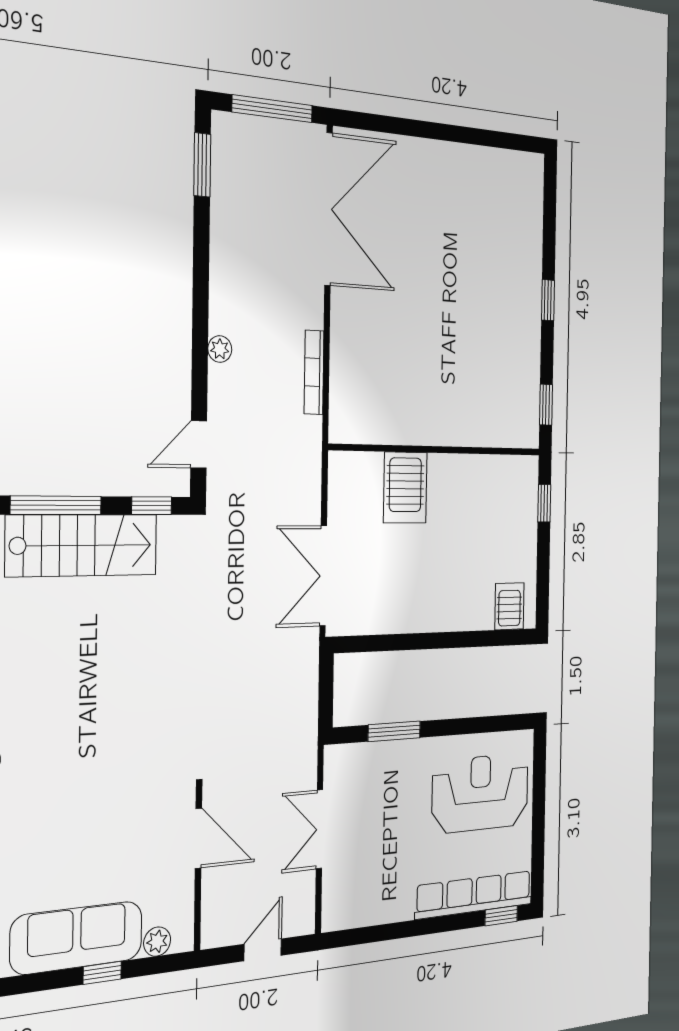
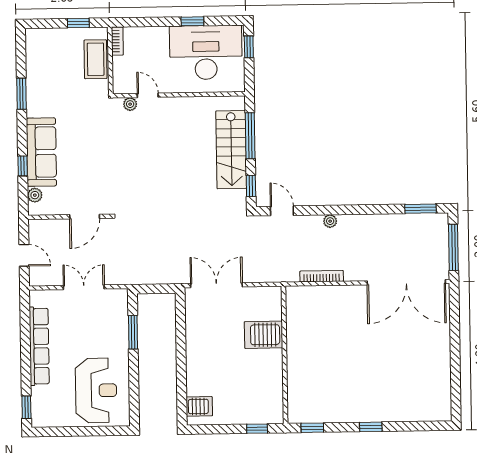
row of seats: (474, 895) -> (39, 346), moved

